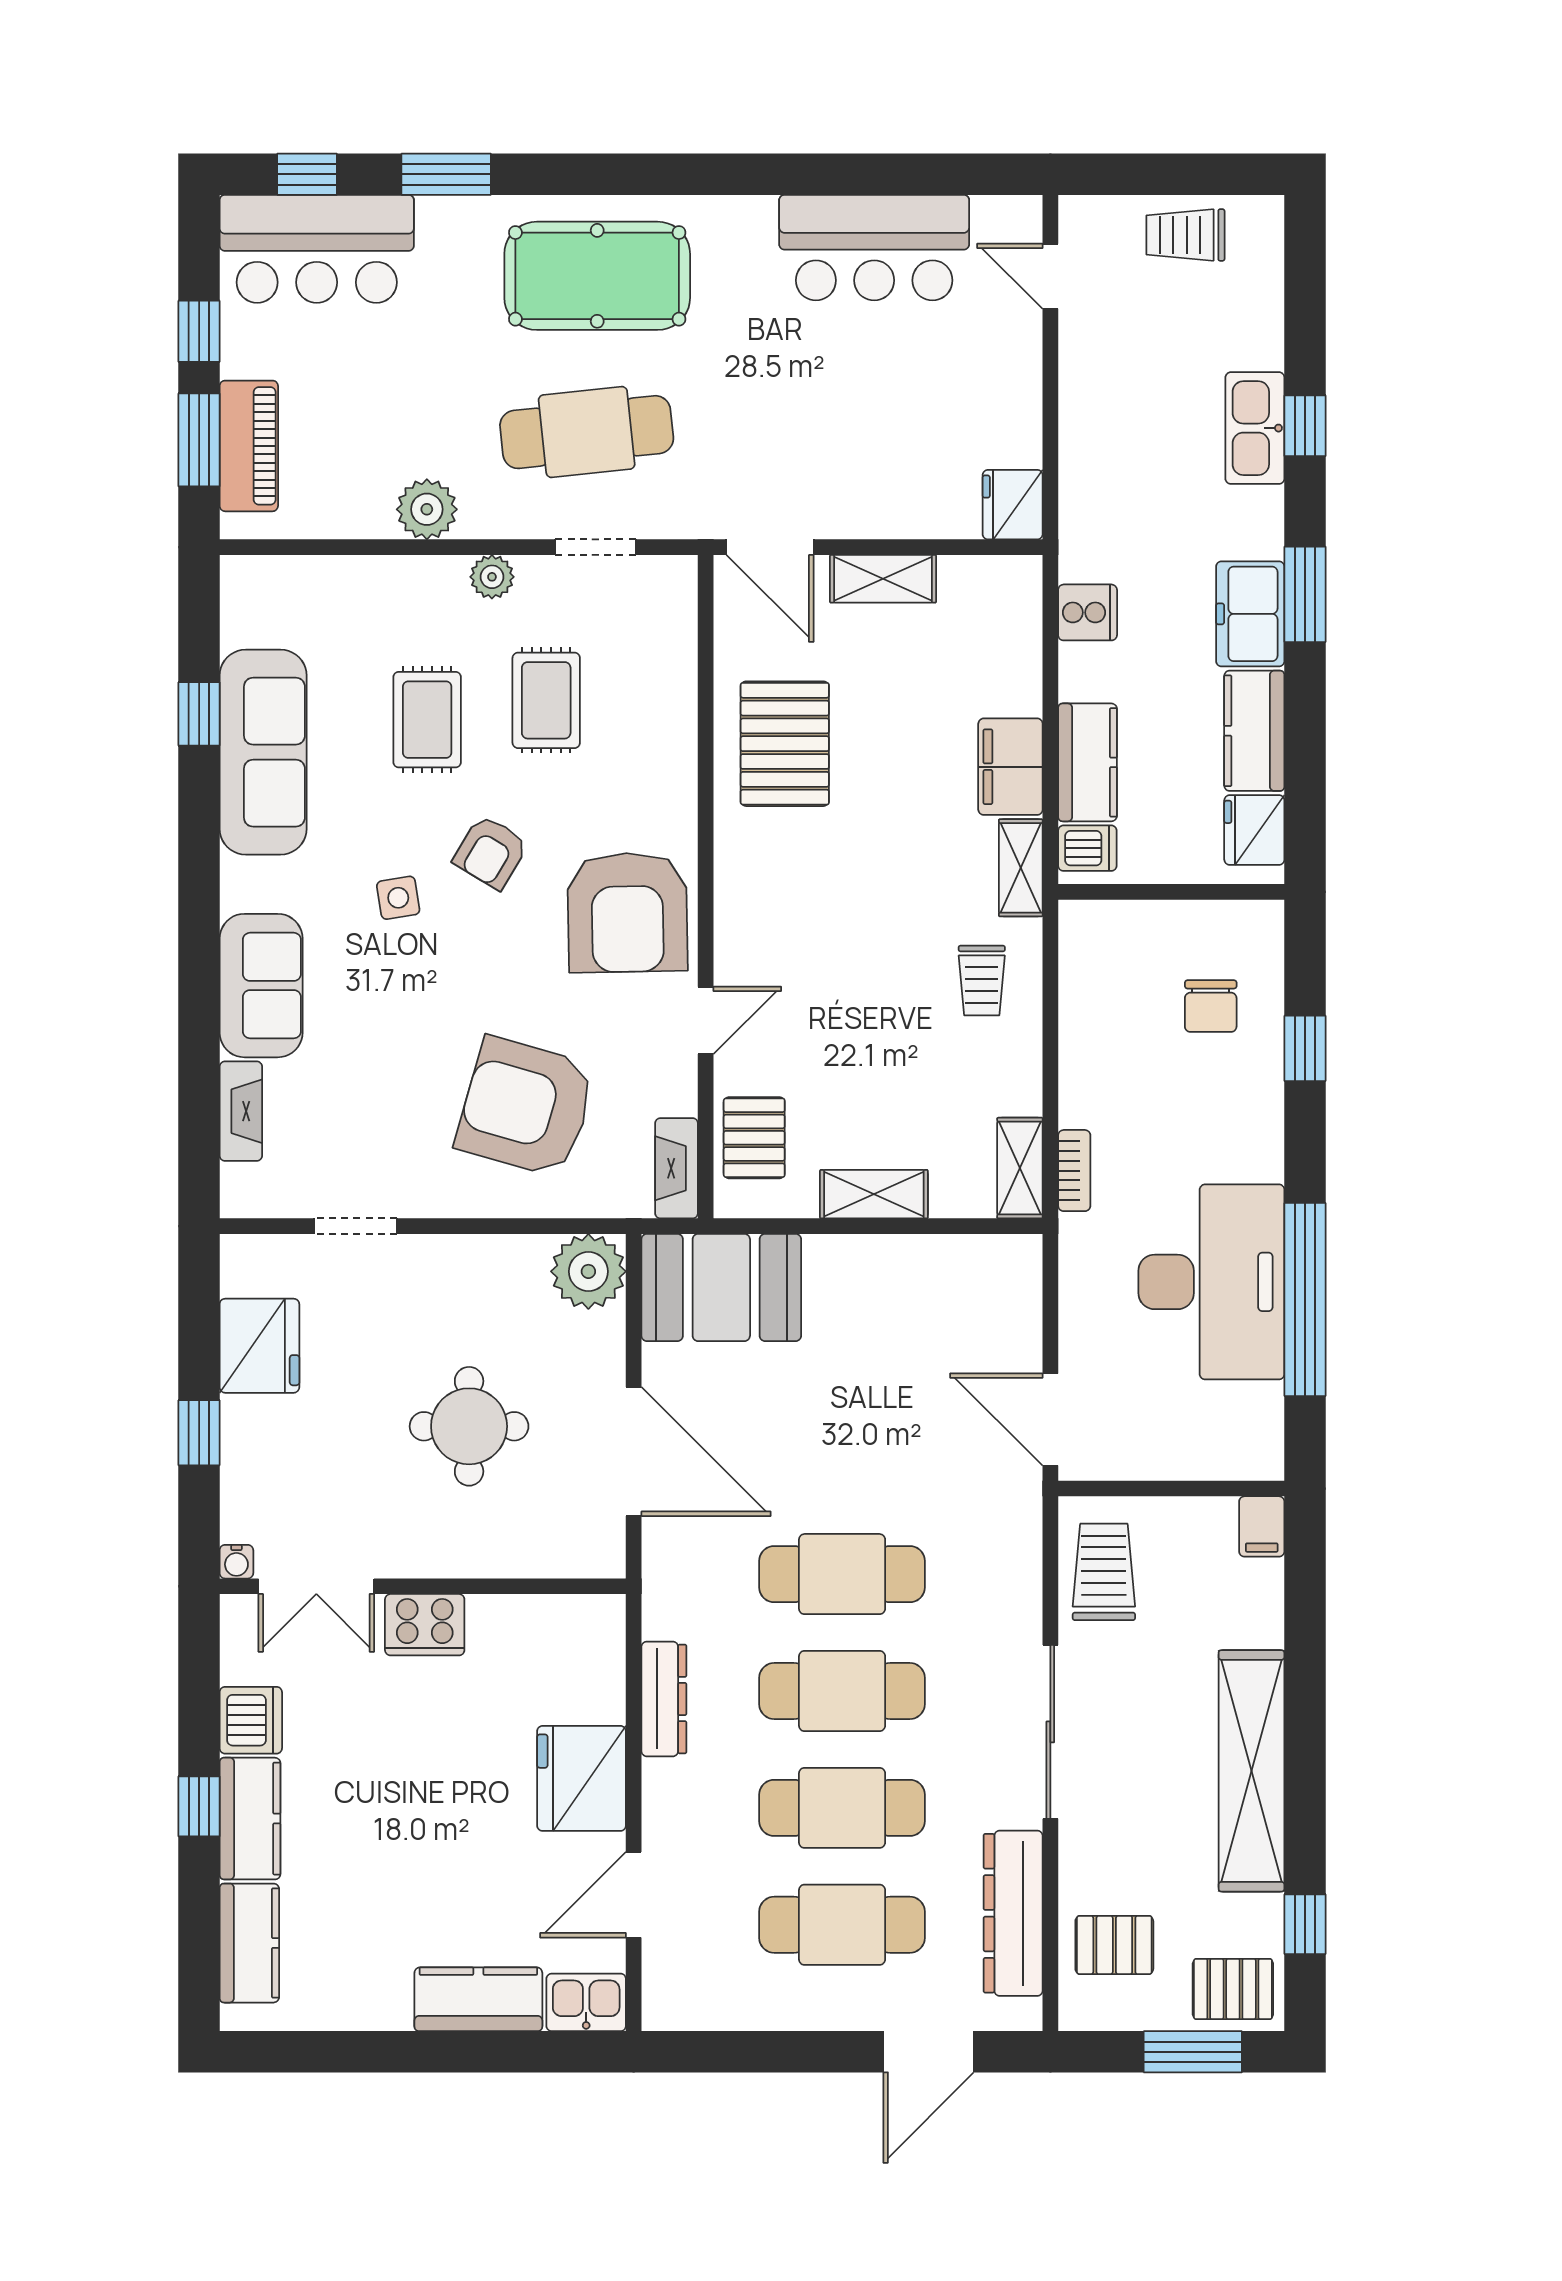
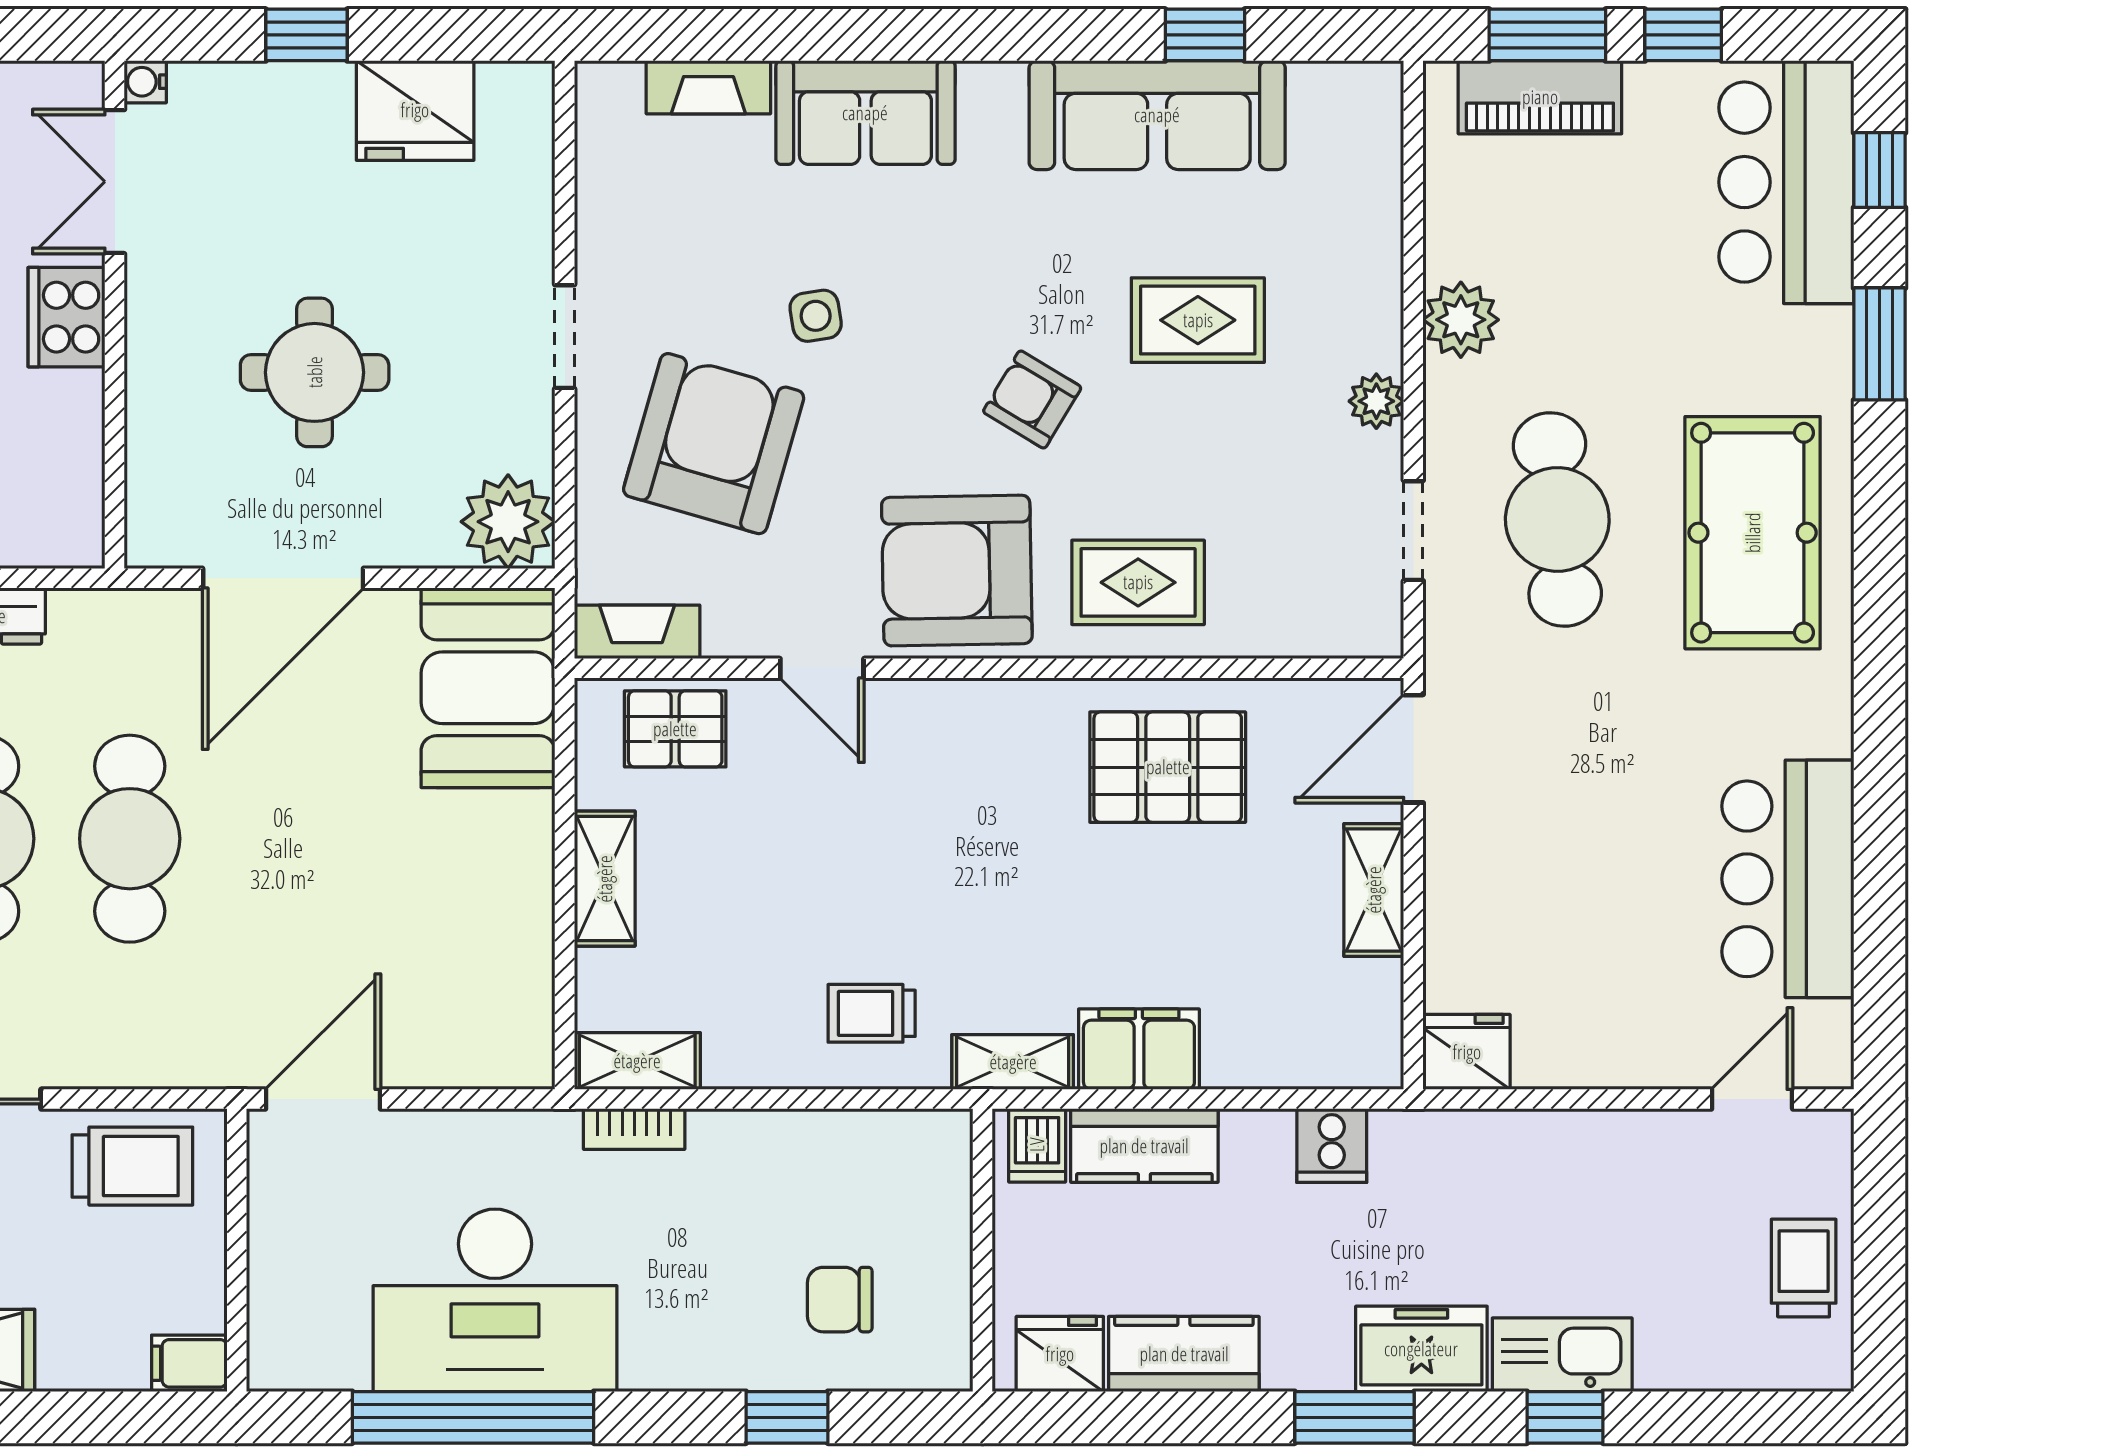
freezer: (1250, 614) -> (1421, 1349), moved
rug: (546, 700) -> (1138, 582), moved
side table: (398, 898) -> (816, 316), moved
doorway: (355, 1226) -> (565, 337), moved

